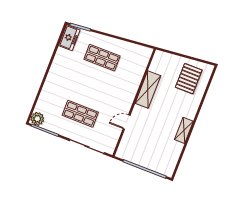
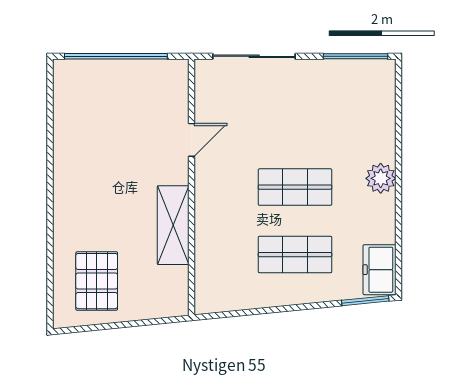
shop shelf: (80, 114) -> (295, 187), moved
plant: (37, 119) -> (381, 178), moved
shelving: (184, 130) -> (65, 169), removed

